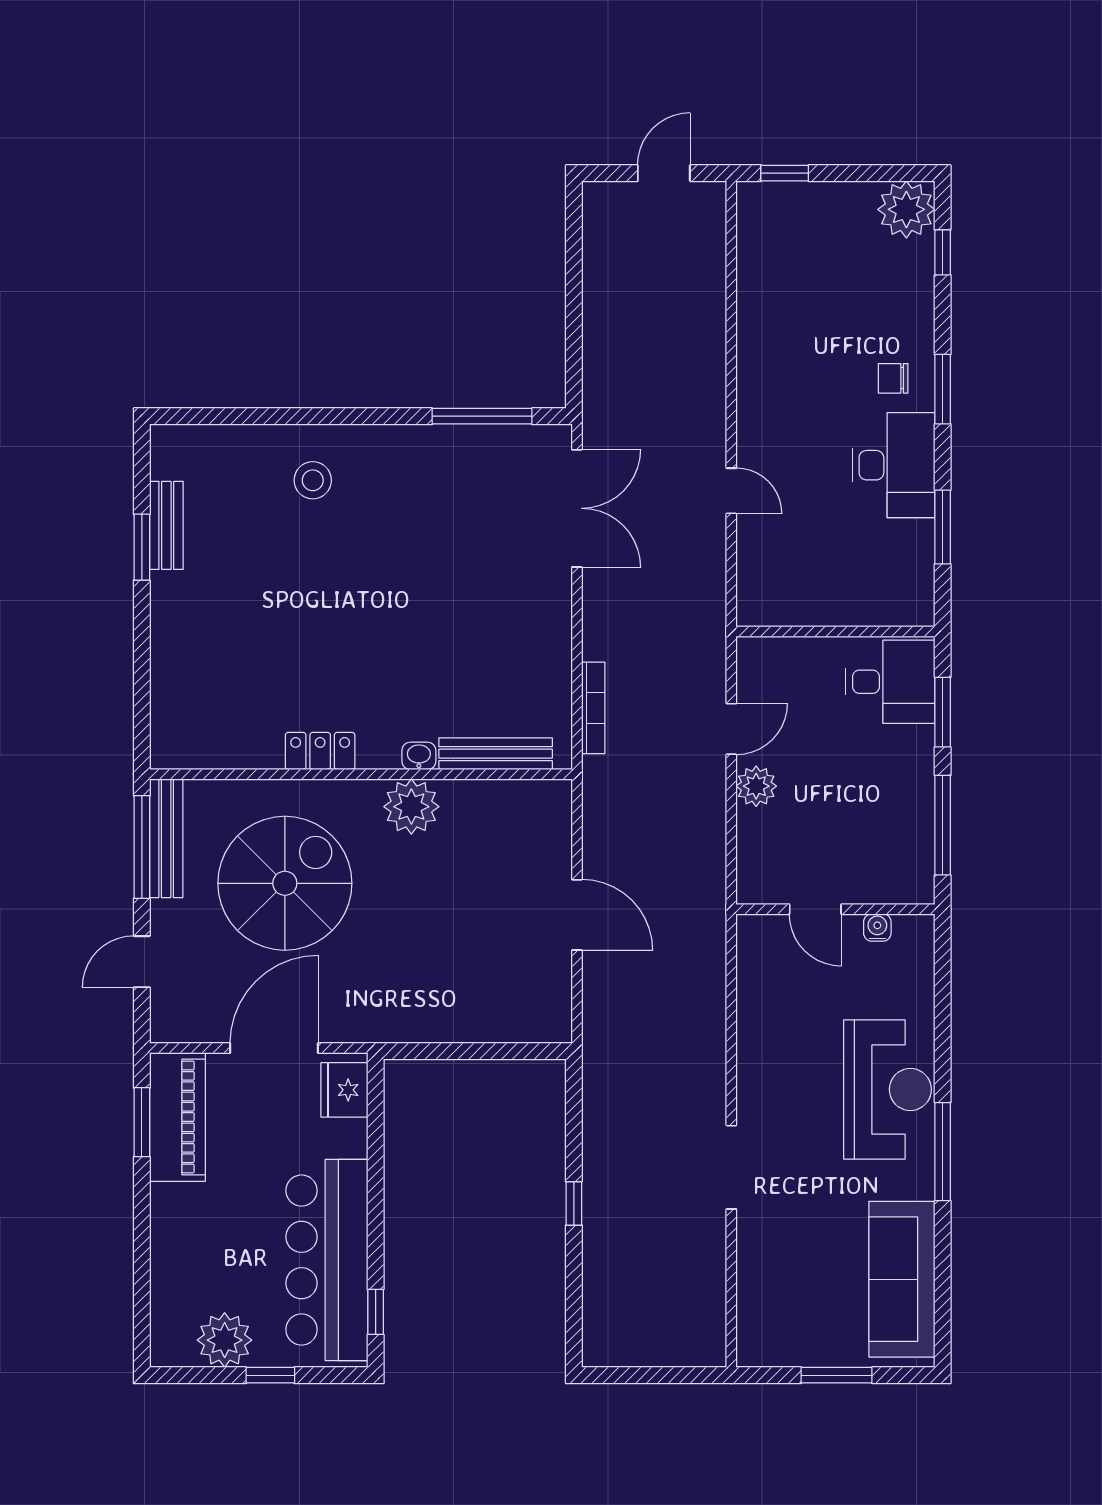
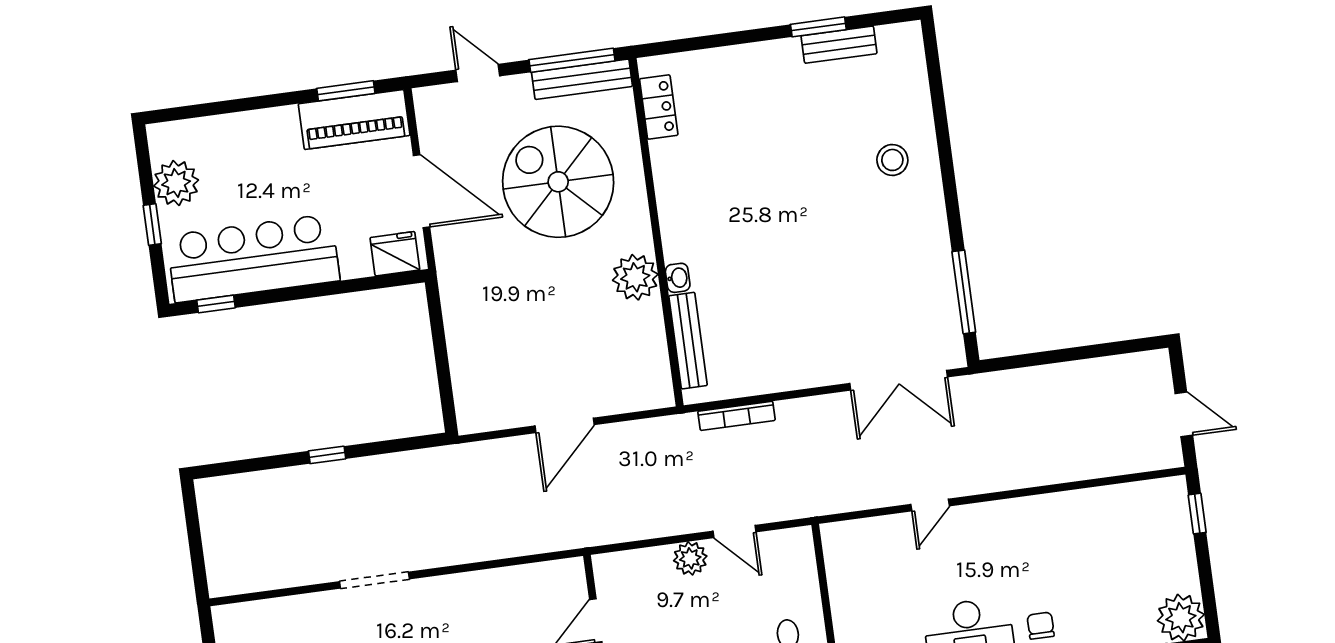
locker: (320, 751) -> (659, 107), moved
spiral stairs: (285, 883) -> (558, 182), turned 180

